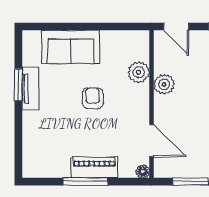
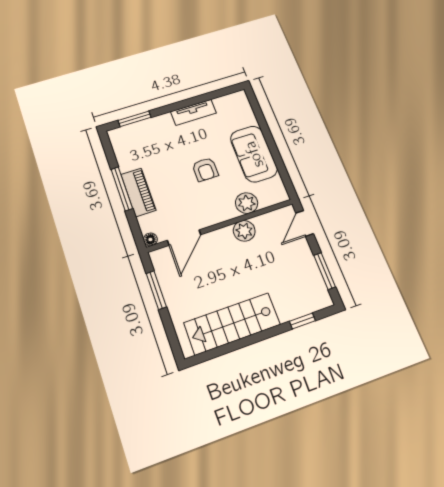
sofa: (71, 47) -> (254, 154), moved
window: (18, 85) -> (135, 119), moved
armchair: (93, 98) -> (205, 169), turned 90

